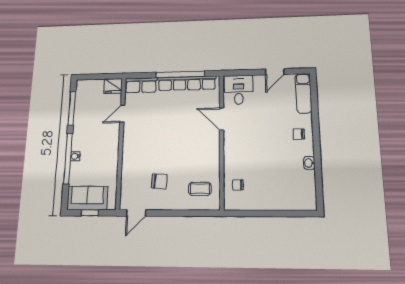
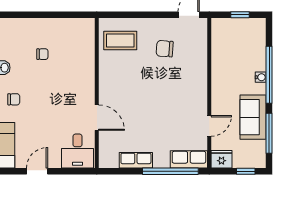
window: (180, 74) -> (170, 171), moved
window: (93, 77) -> (246, 171), added
row of seats: (187, 83) -> (136, 160), width x0.50
chair: (238, 185) -> (42, 54), moved
coffee table: (200, 189) -> (120, 41), width x1.36, depth x1.30
sofa: (87, 198) -> (253, 117), moved, turned 90

